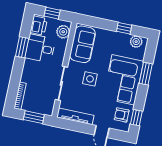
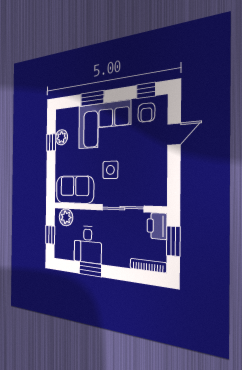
printer: (39, 26) -> (157, 226), moved, turned -90
plant: (136, 42) -> (61, 137), moved
tv unit: (75, 116) -> (160, 179), removed

